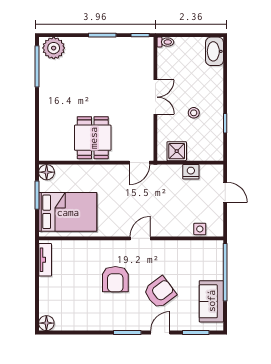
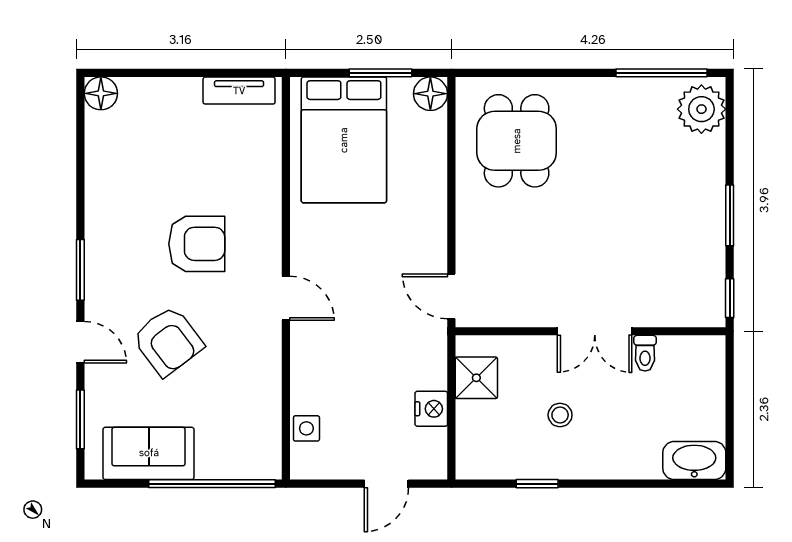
toilet: (165, 42) -> (645, 353), moved
dining table: (93, 138) -> (517, 141), moved, turned 90
armchair: (115, 279) -> (197, 244), turned 180

